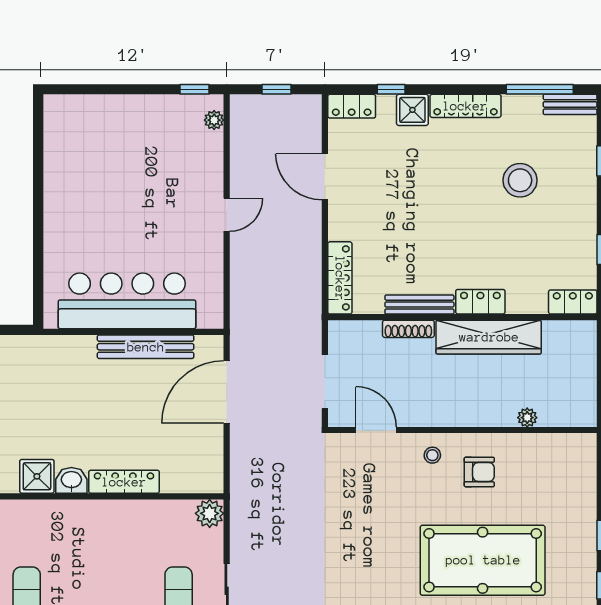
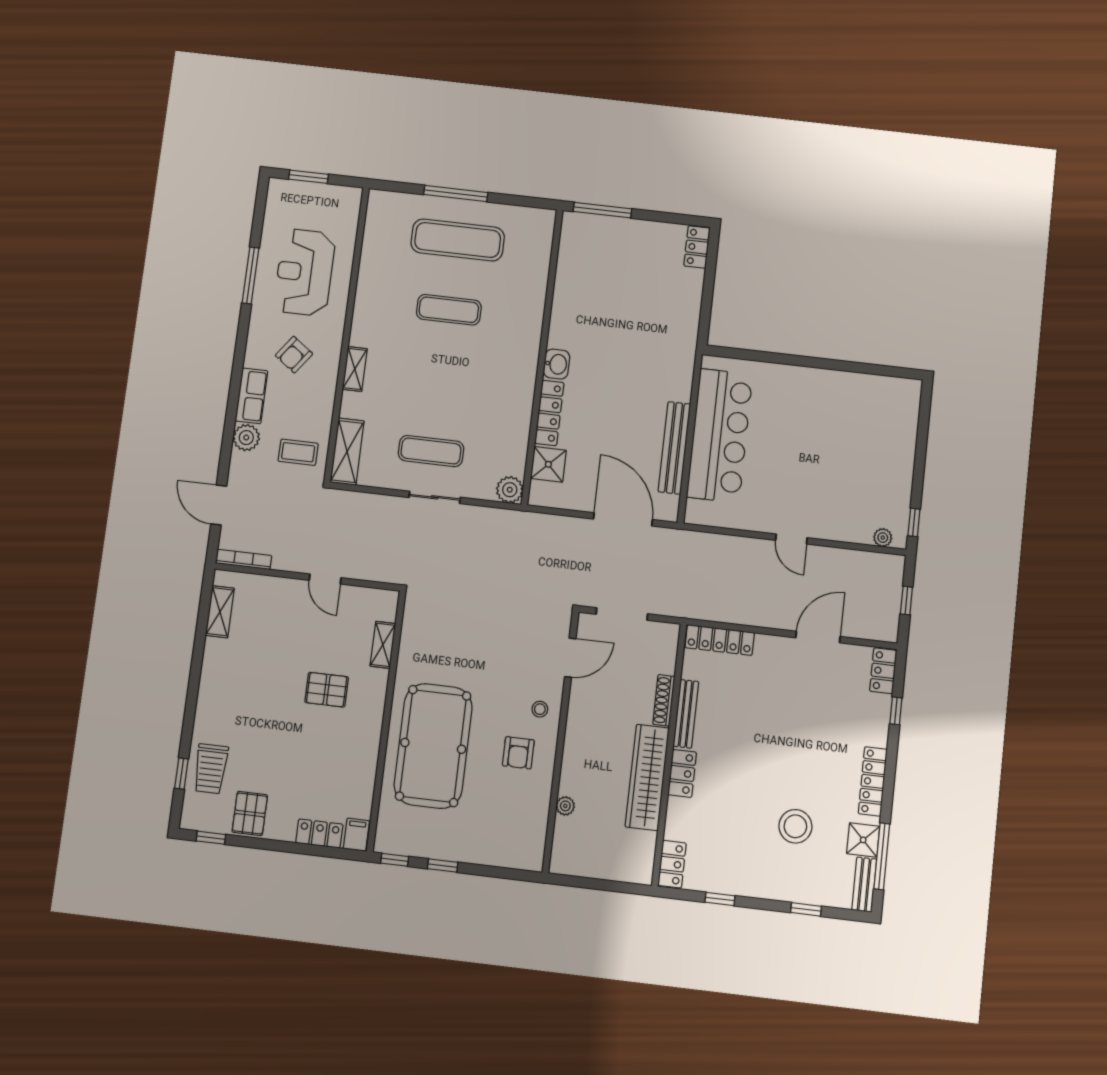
shower: (412, 110) -> (863, 840), moved
shower: (37, 476) -> (548, 464), moved

